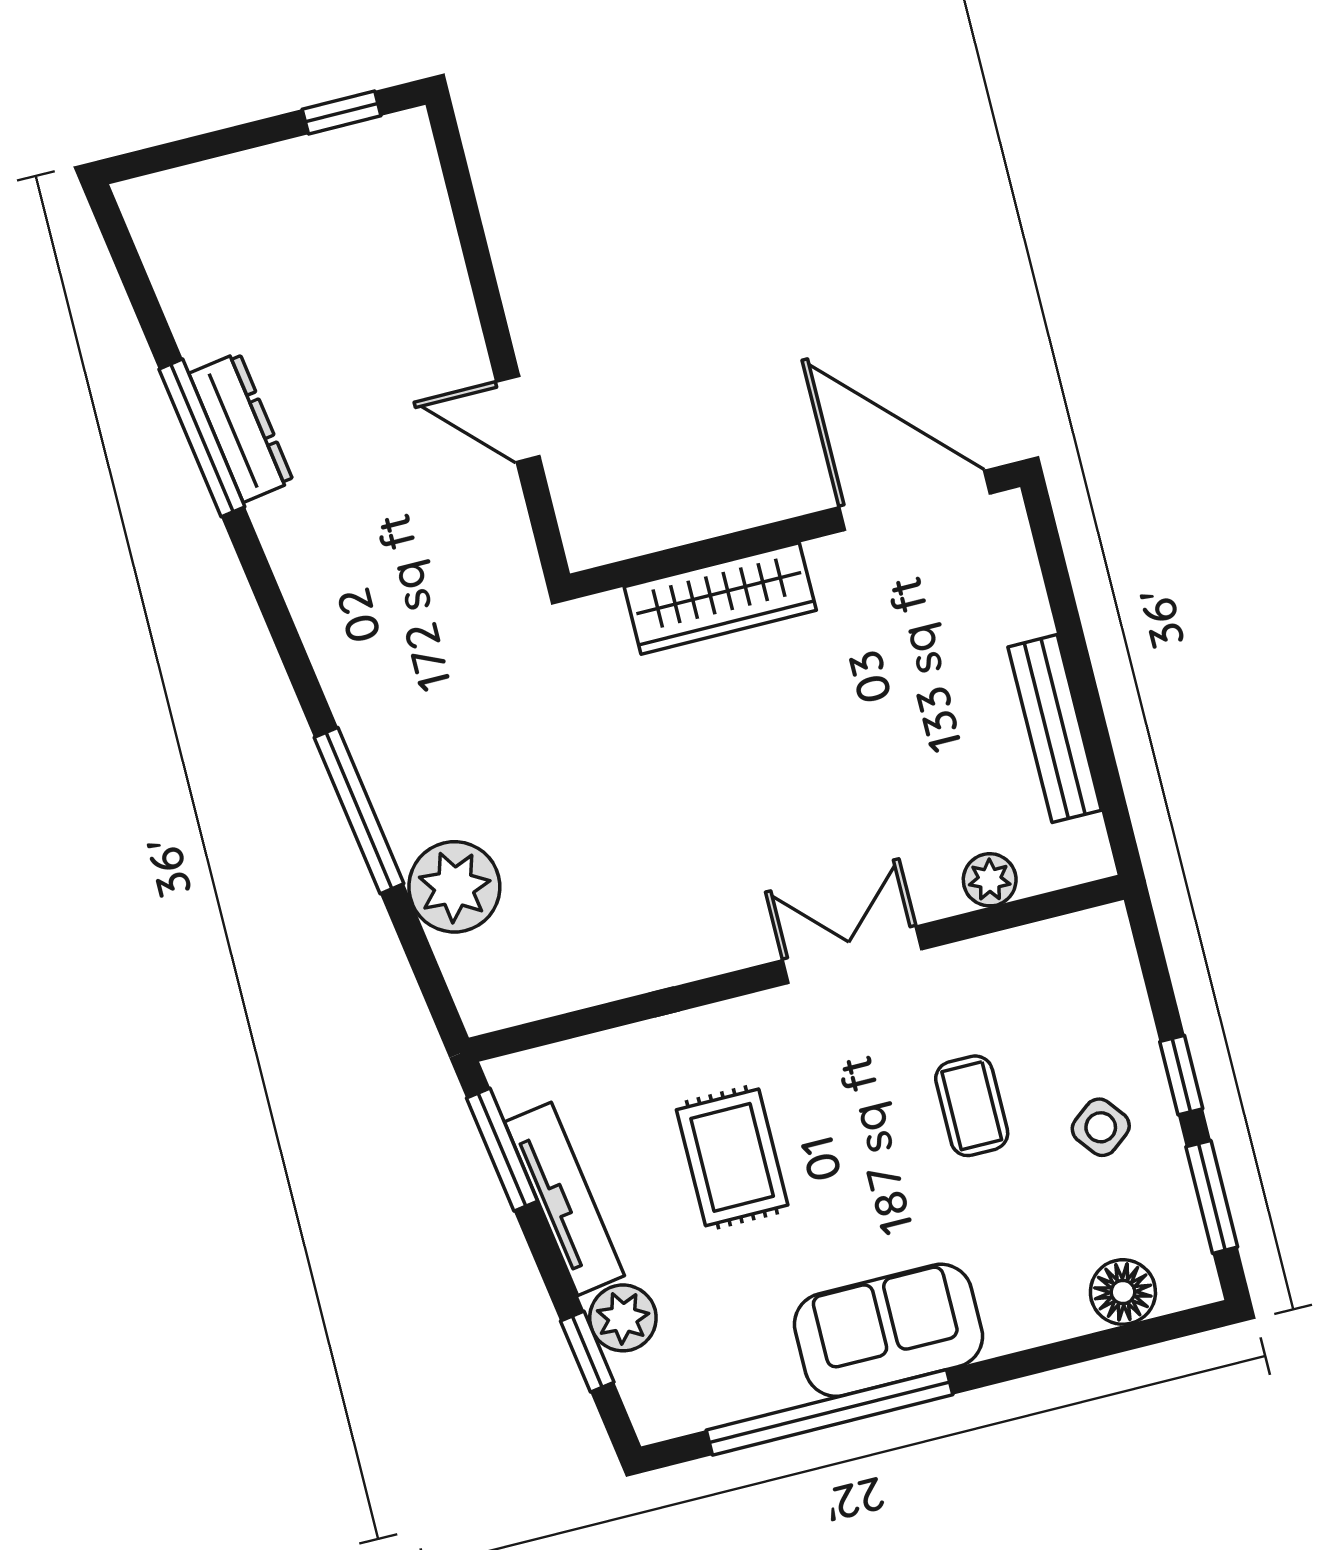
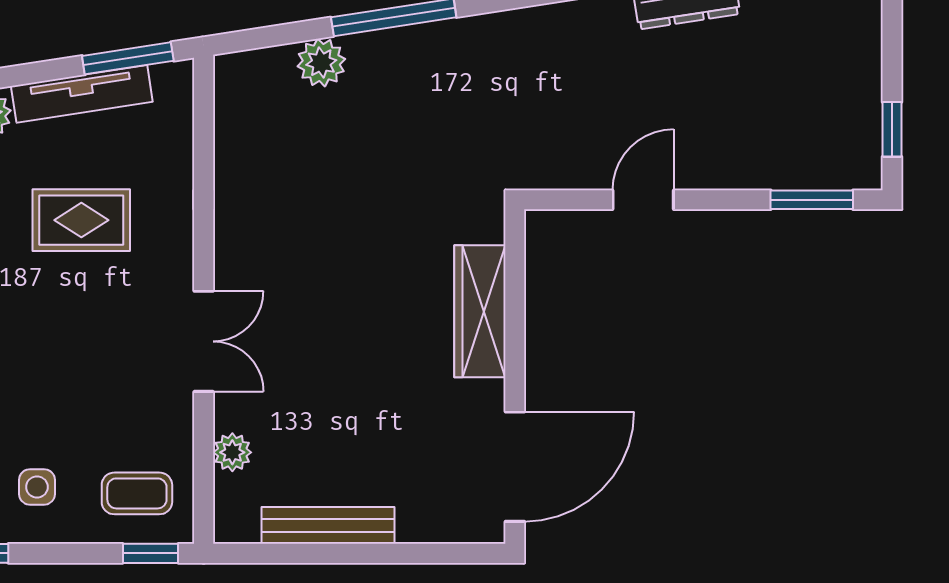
window: (462, 195) -> (812, 200), added
plant: (454, 887) -> (321, 63), width x0.73, depth x0.73
window: (1181, 1075) -> (151, 553), moved
coffee table: (972, 1106) -> (137, 493), moved
side table: (1101, 1127) -> (37, 487), turned 38

